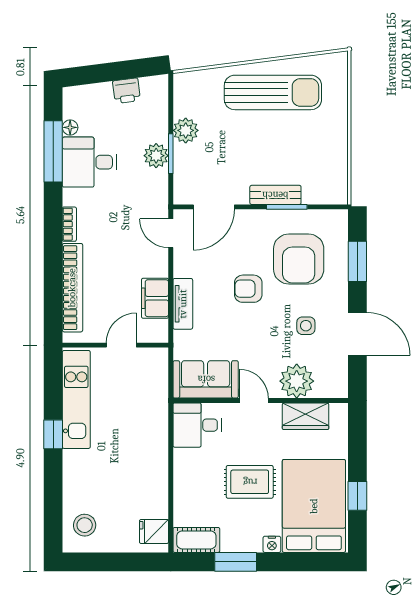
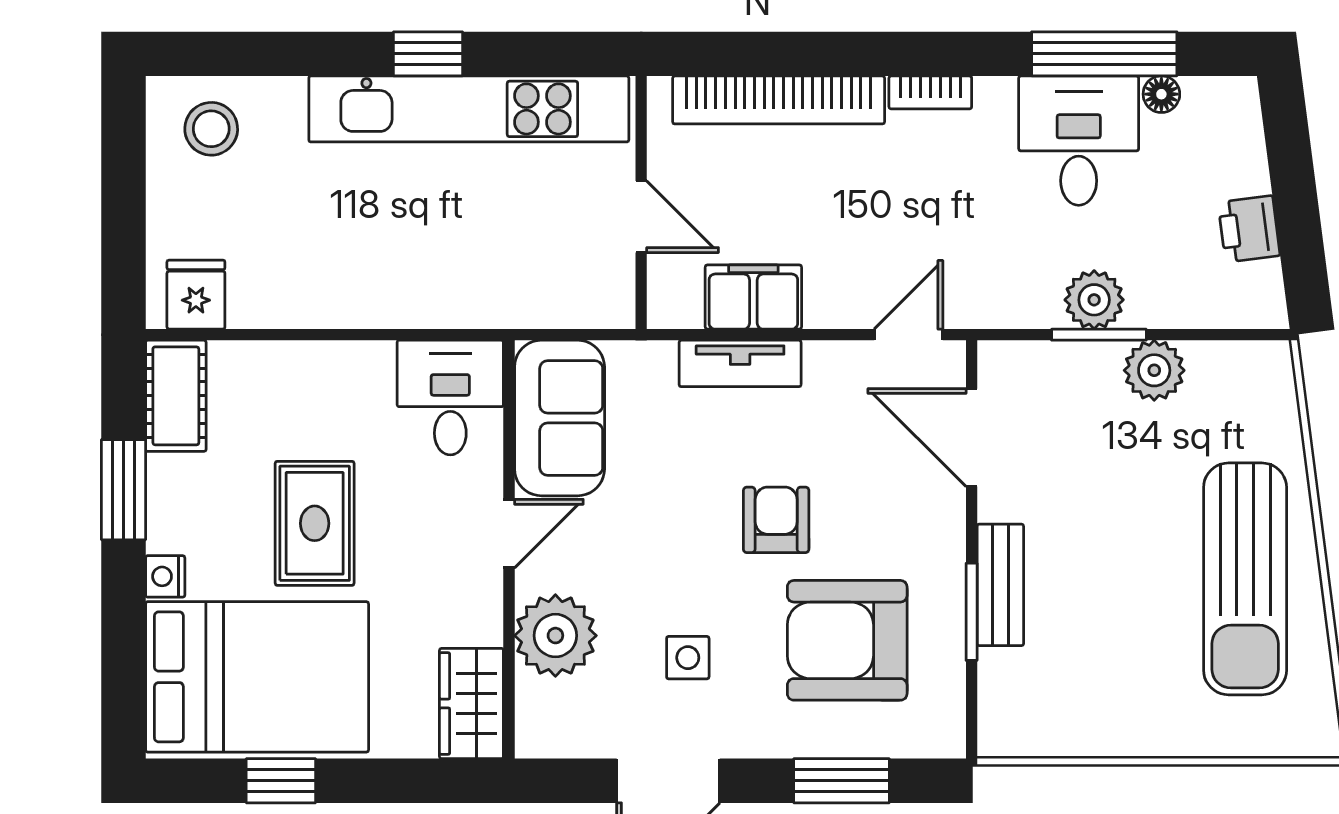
kitchen unit: (76, 399) -> (469, 109), width x1.36
wardrobe: (306, 416) -> (471, 704), moved

